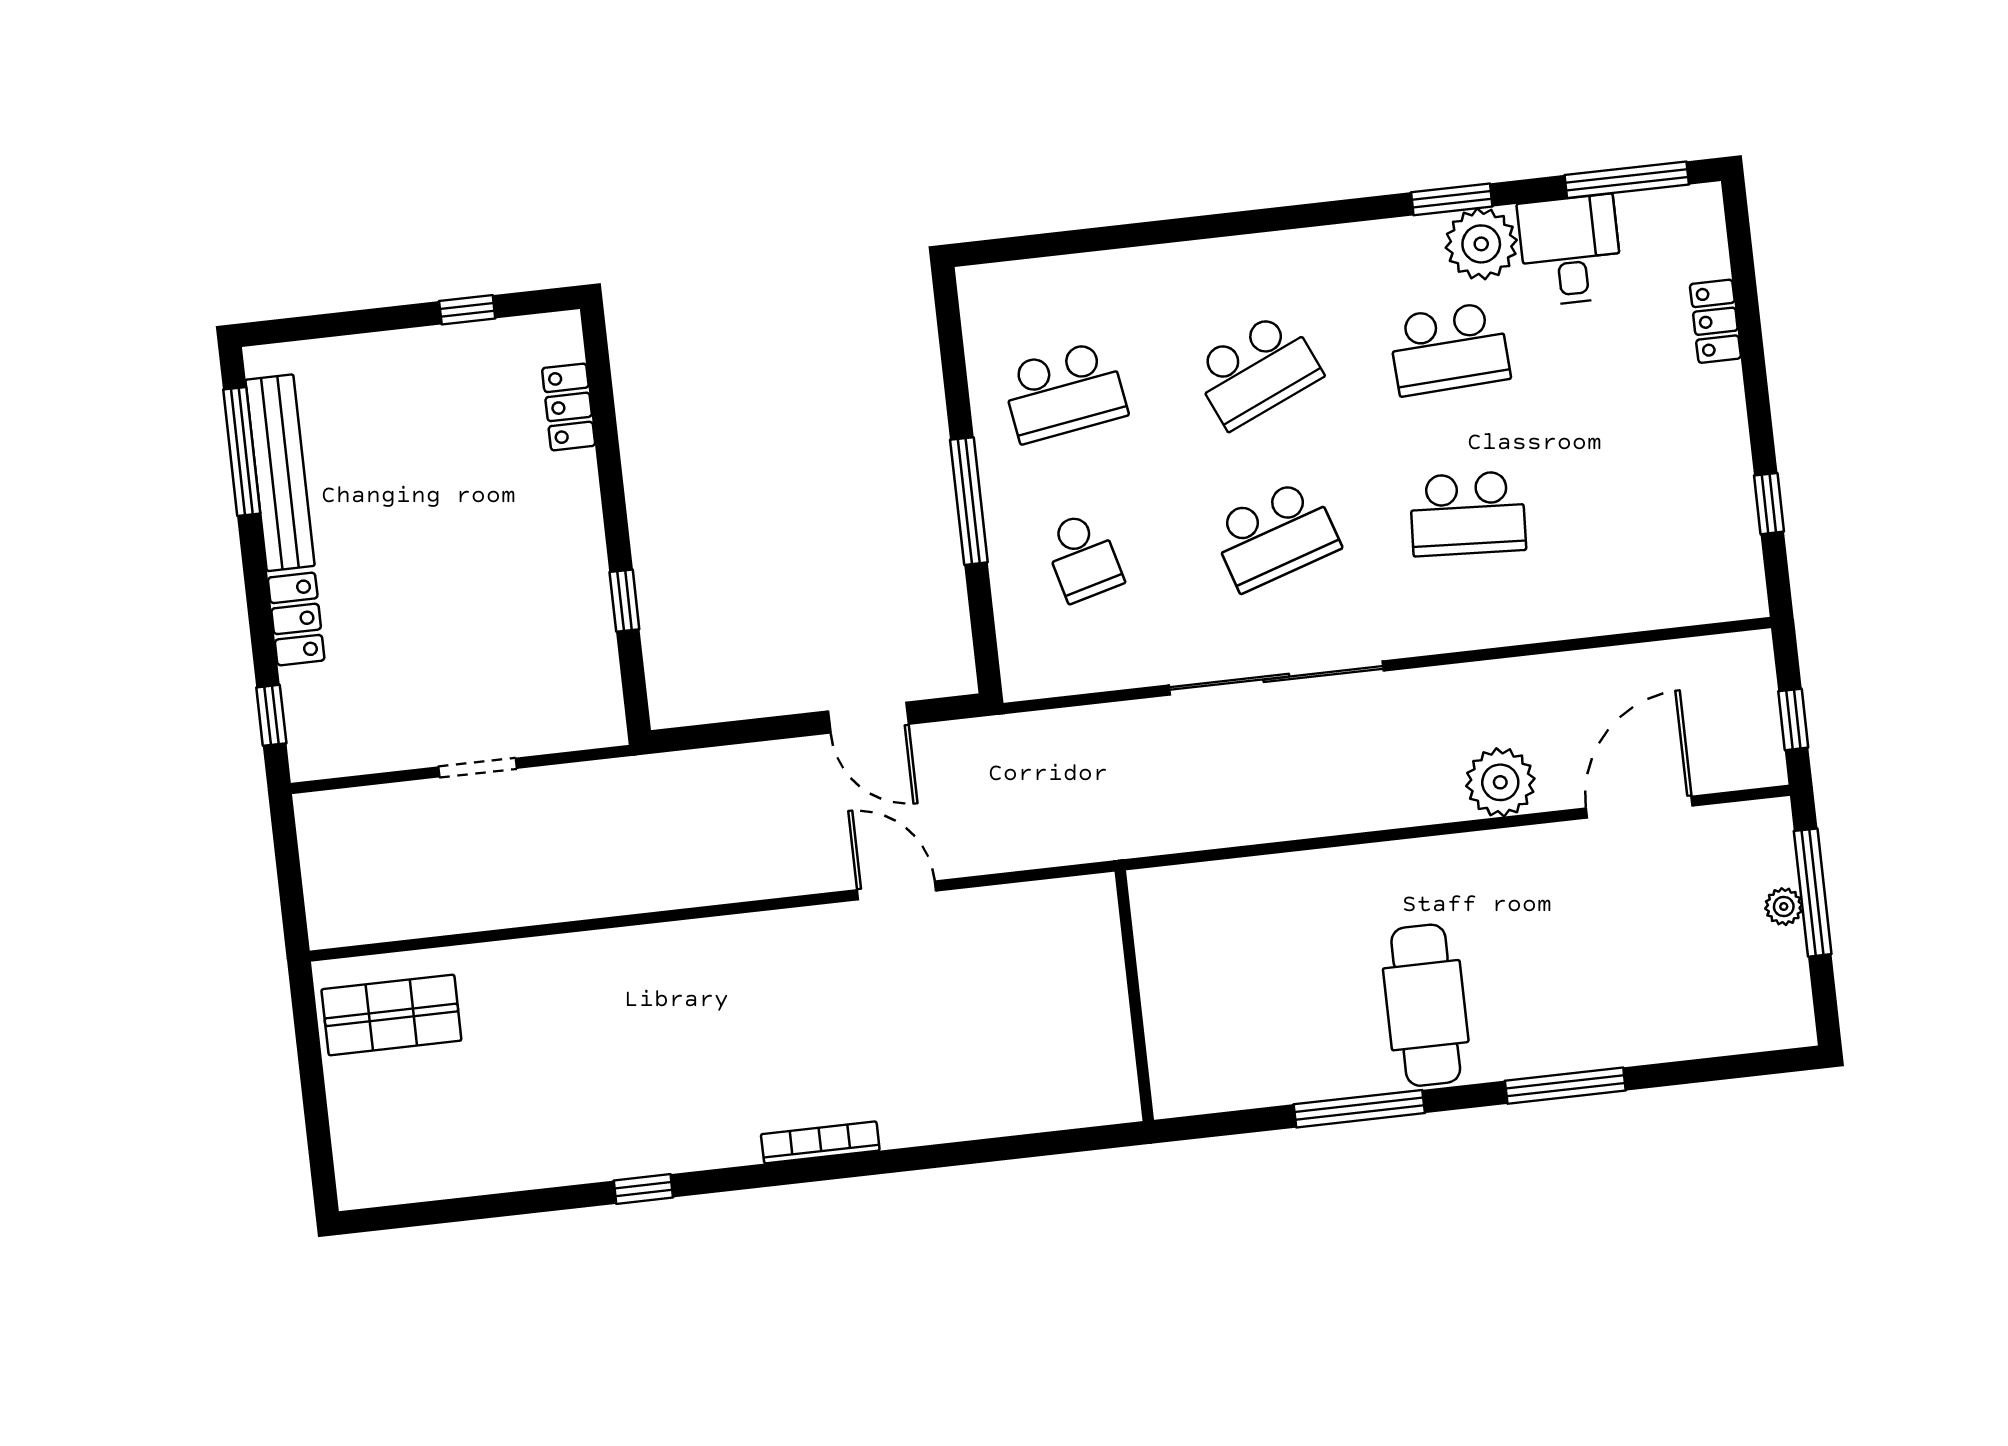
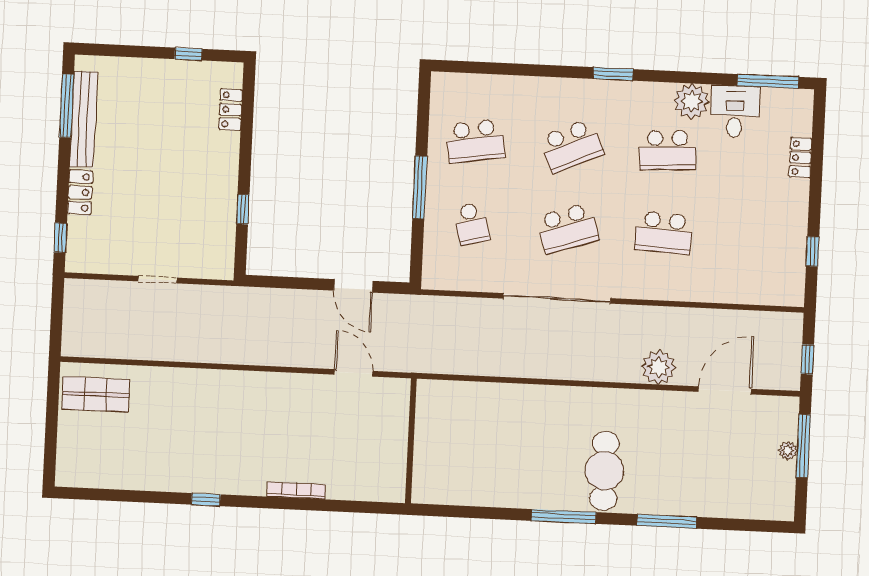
window: (1452, 199) -> (613, 74), moved
wall: (1134, 996) -> (411, 441), moved

